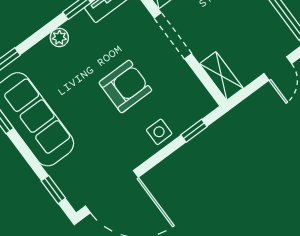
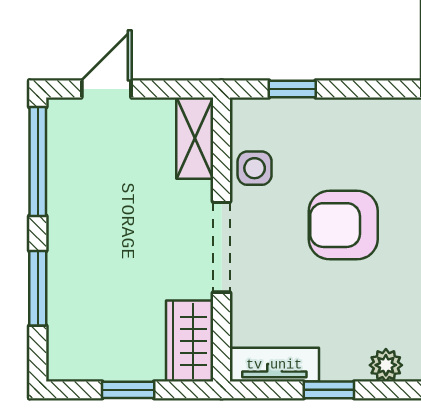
side table: (159, 132) -> (255, 168), moved

